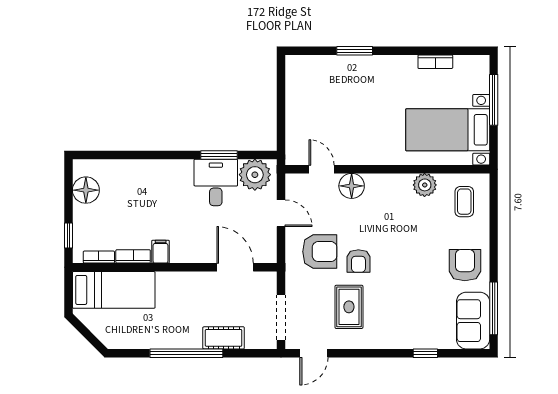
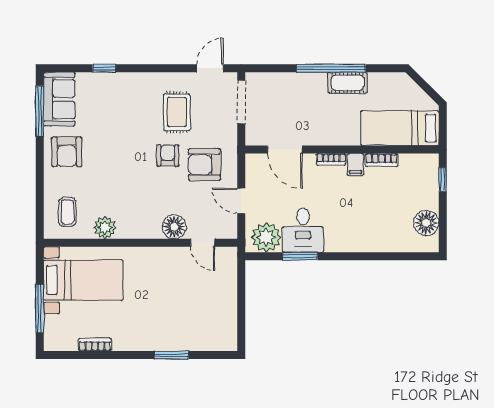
bookcase: (99, 257) -> (331, 159), moved
cot: (224, 338) -> (347, 83), moved

